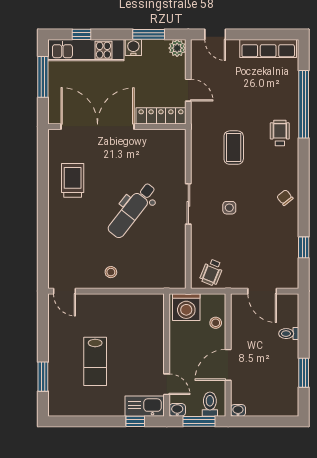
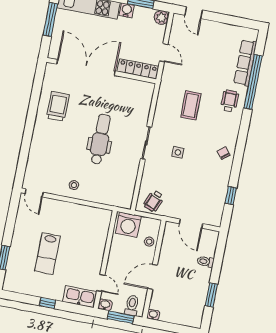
row of seats: (268, 49) -> (245, 63), moved, turned 90
dental chair: (132, 210) -> (100, 139), turned 142
window: (135, 421) -> (48, 303), moved

